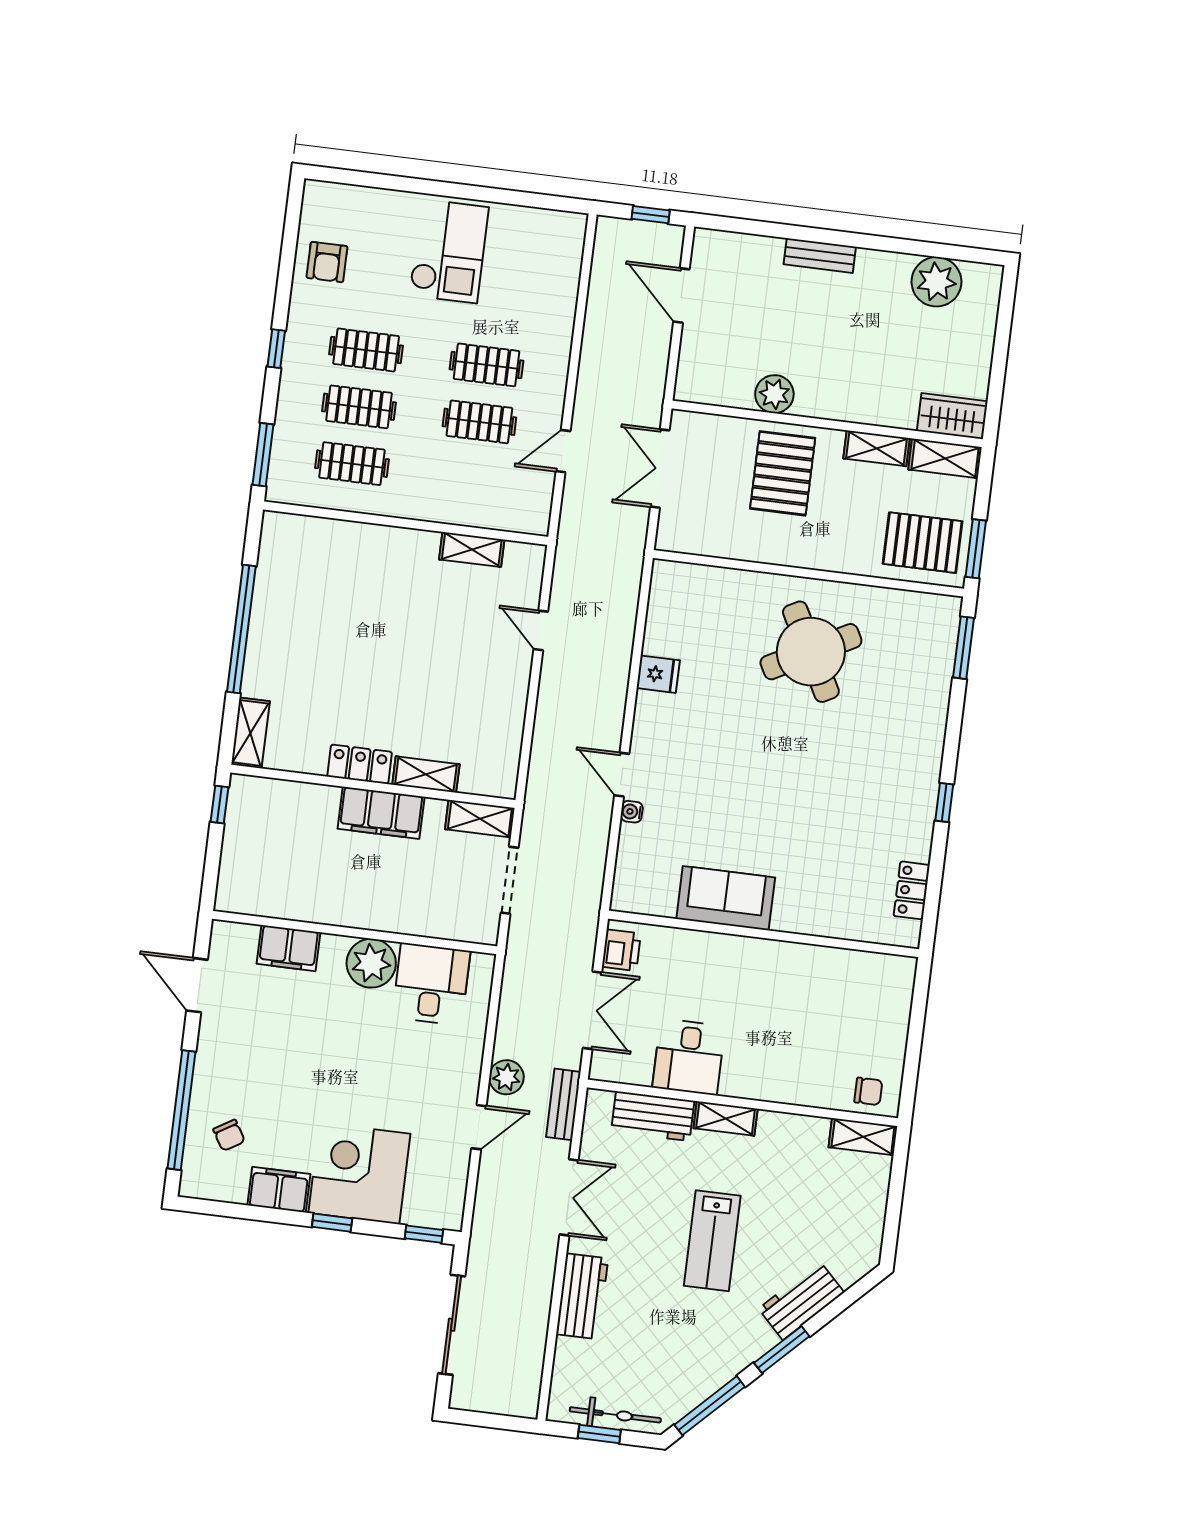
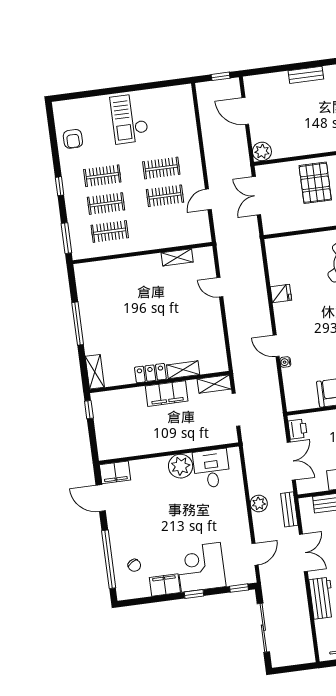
checkout: (449, 251) -> (129, 119), turned 180
plant: (774, 394) -> (262, 151), moved
window: (241, 629) -> (78, 324), width x0.68
filing cabinet: (288, 948) -> (115, 472), moved
door: (479, 1127) -> (255, 554), moved

